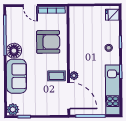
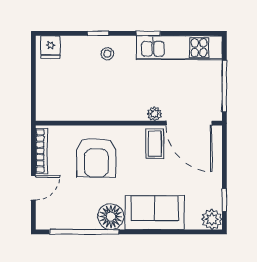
armchair: (48, 42) -> (96, 158), turned 180
door: (69, 96) -> (189, 123), swing flipped

